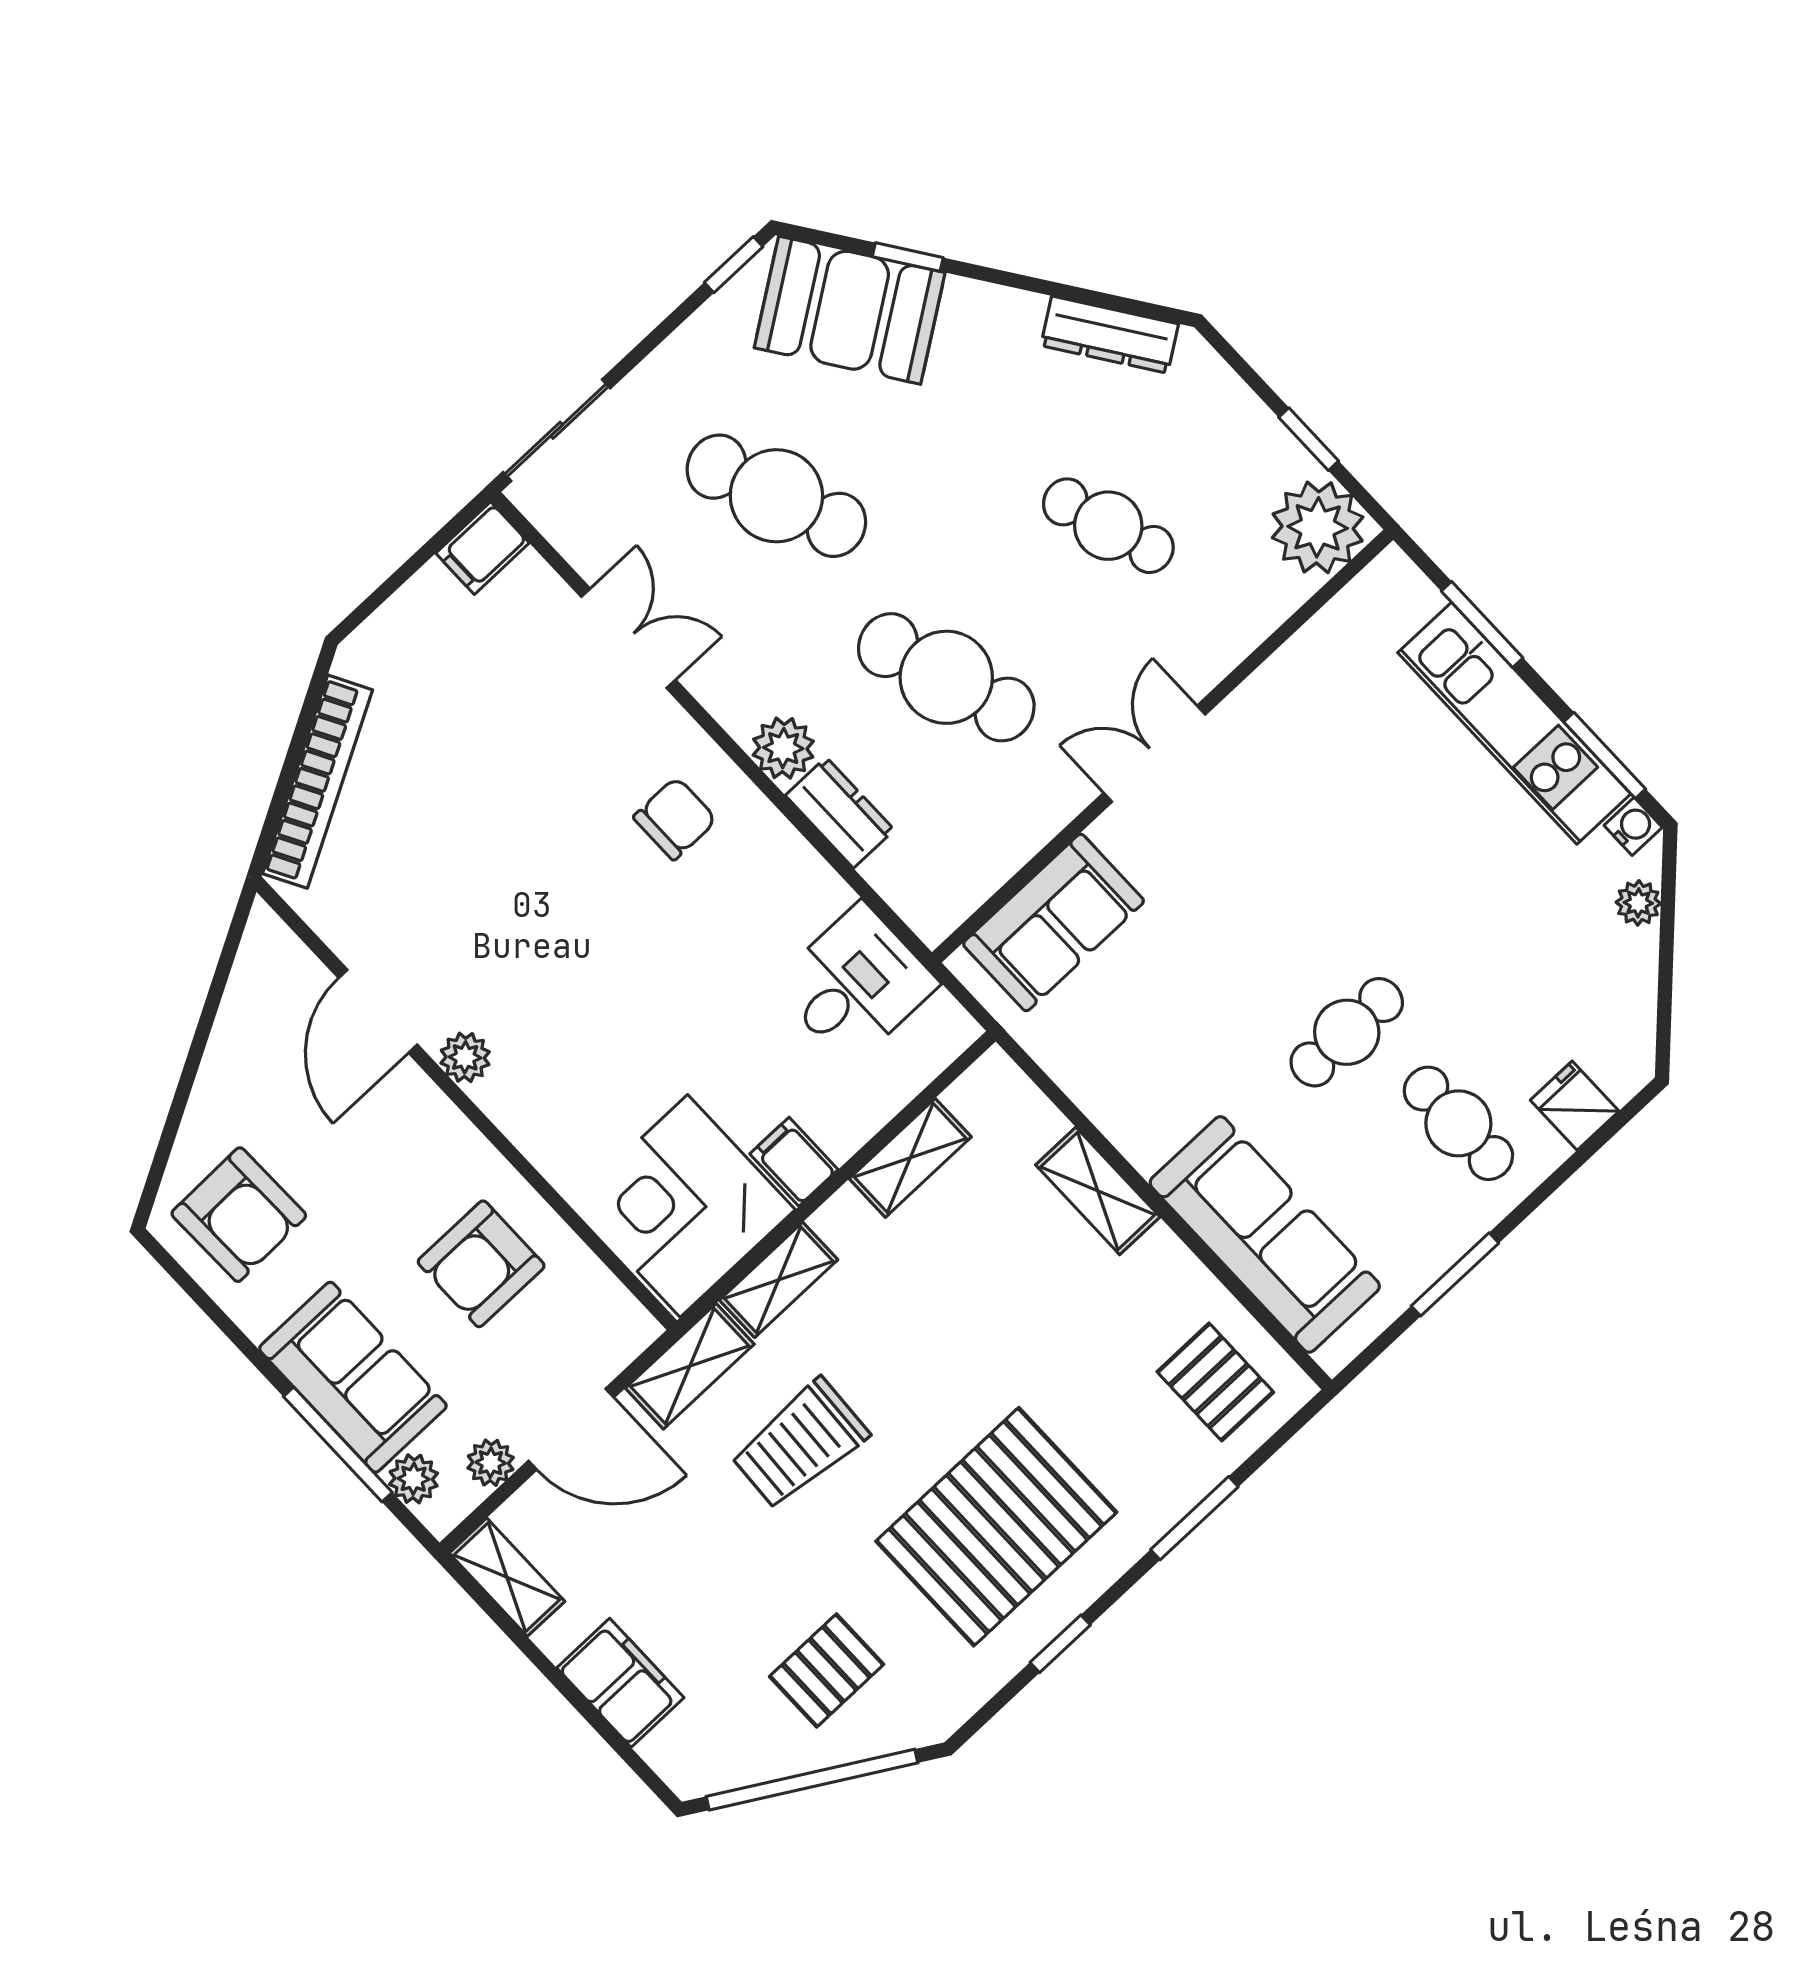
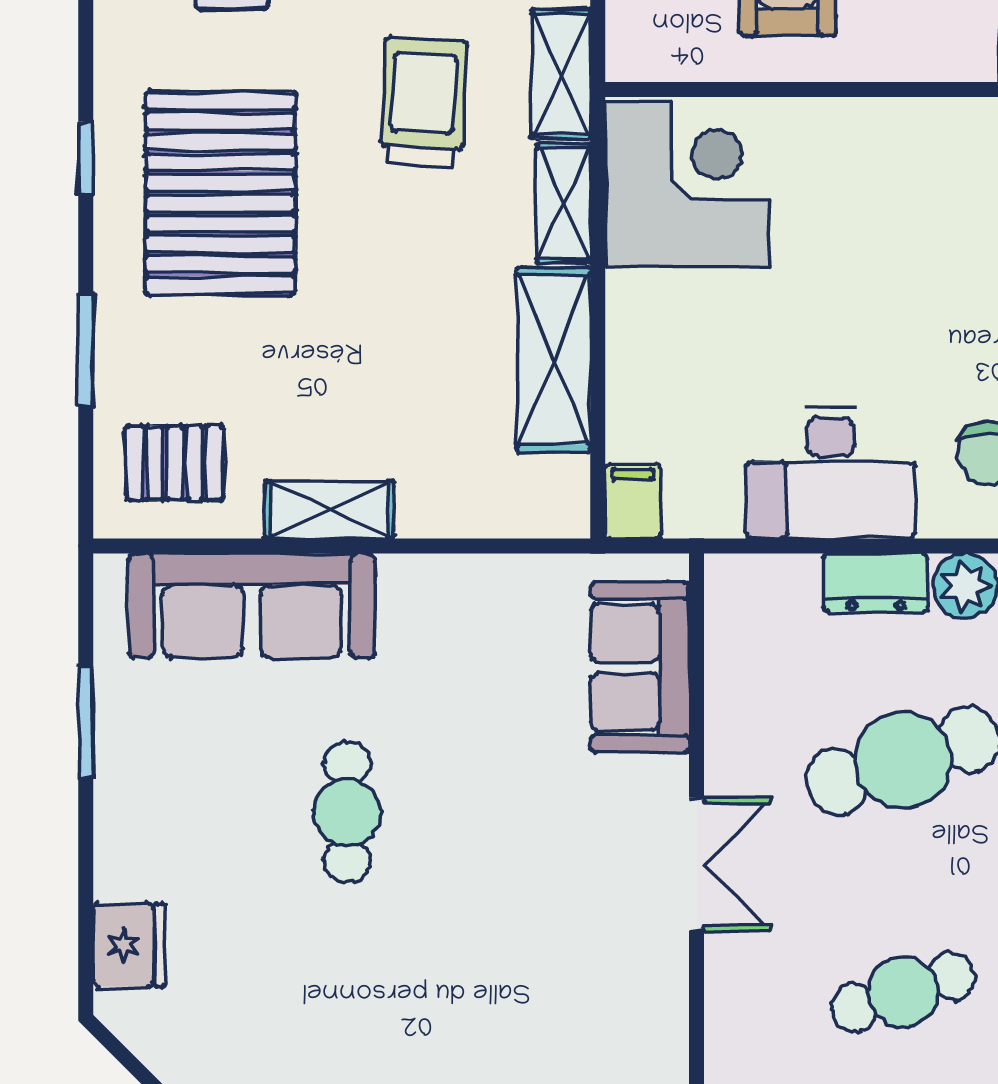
desk: (856, 984) -> (831, 472), moved, width x1.37
plant: (465, 1057) -> (956, 123), removed
fridge: (1575, 1106) -> (129, 945), width x1.38
cafe table: (1458, 1123) -> (198, 832), removed
shelving: (910, 1158) -> (553, 360), width x1.50, depth x1.33
filing cabinet: (794, 1162) -> (633, 501), moved, turned -90
shelving: (1098, 1191) -> (329, 510), moved

